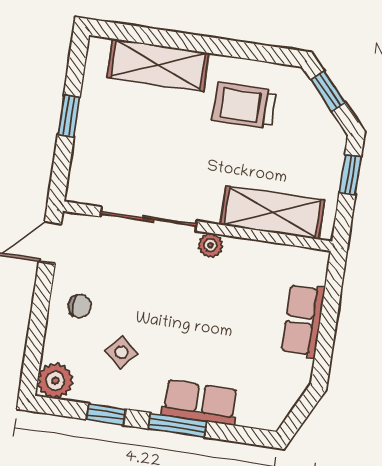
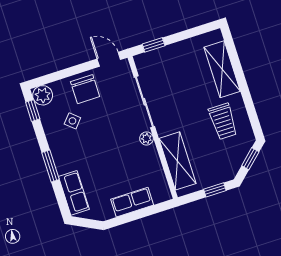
trolley: (244, 106) -> (223, 121), turned 180
window: (69, 116) -> (154, 45), moved
chair: (80, 306) -> (85, 89), width x1.87, depth x1.87
row of seats: (200, 402) -> (74, 193), moved
window: (106, 414) -> (33, 111), moved

